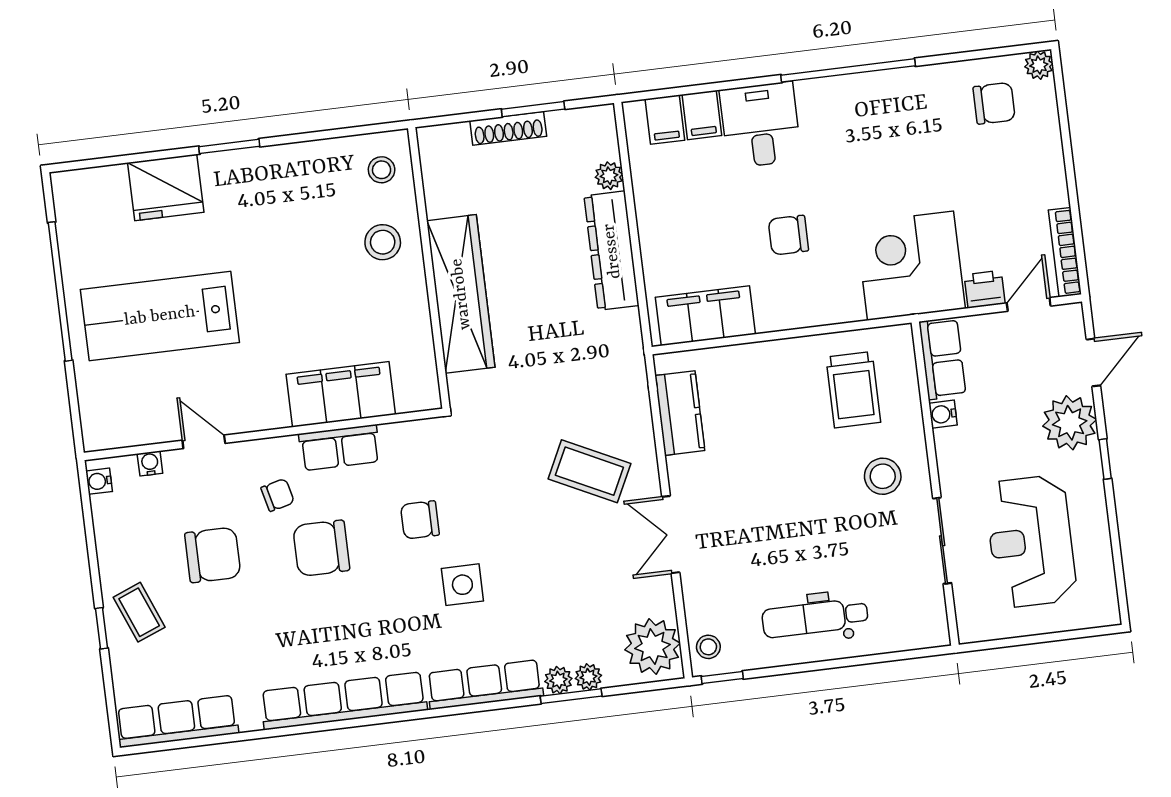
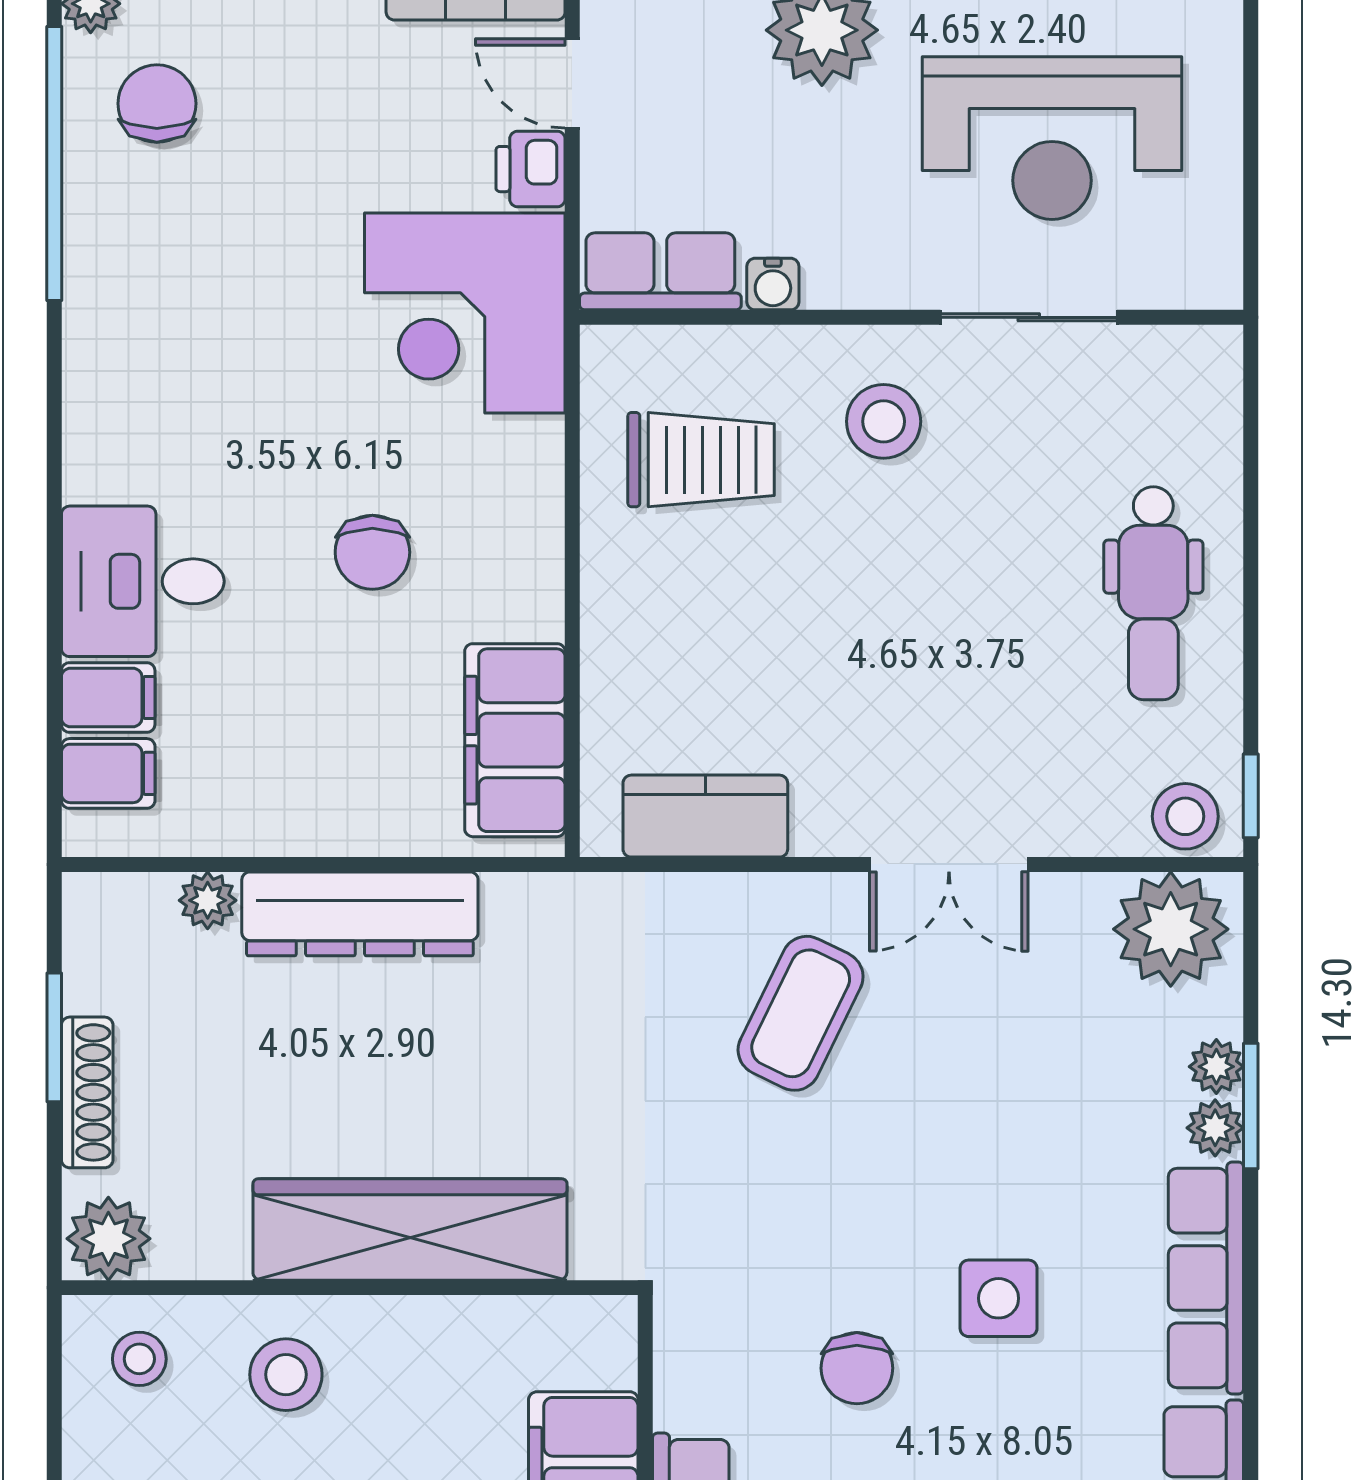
window: (848, 70) -> (54, 164), moved
plant: (438, 148) -> (108, 1239), added
stool: (708, 647) -> (1185, 816), width x1.37, depth x1.37

